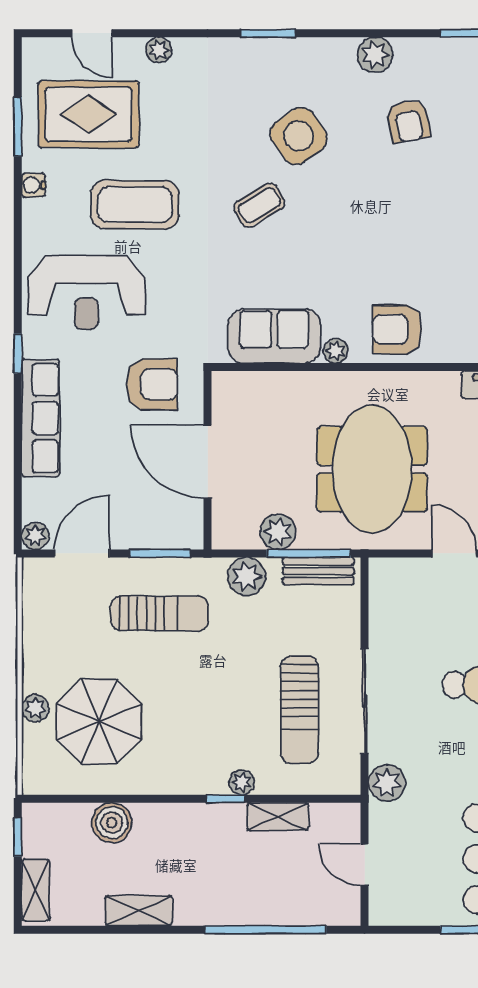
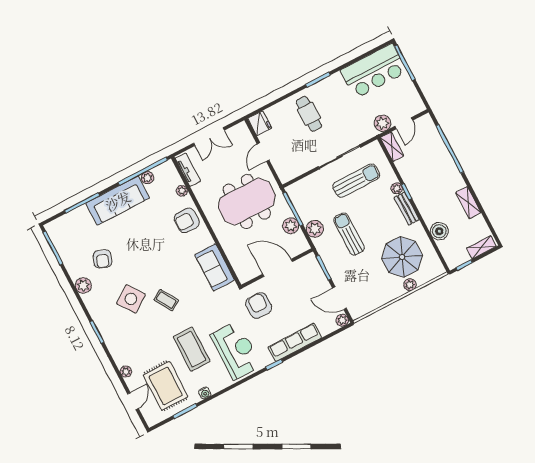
armchair: (408, 121) -> (102, 259), turned 122
armchair: (397, 329) -> (187, 220), turned 90
plant: (336, 351) -> (182, 191), moved
door: (208, 461) -> (278, 268), swing flipped
bench: (318, 571) -> (407, 209), moved
sun lounger: (159, 613) -> (349, 234), moved
plant: (387, 783) -> (382, 123), moved
shelving: (278, 817) -> (392, 147), moved

